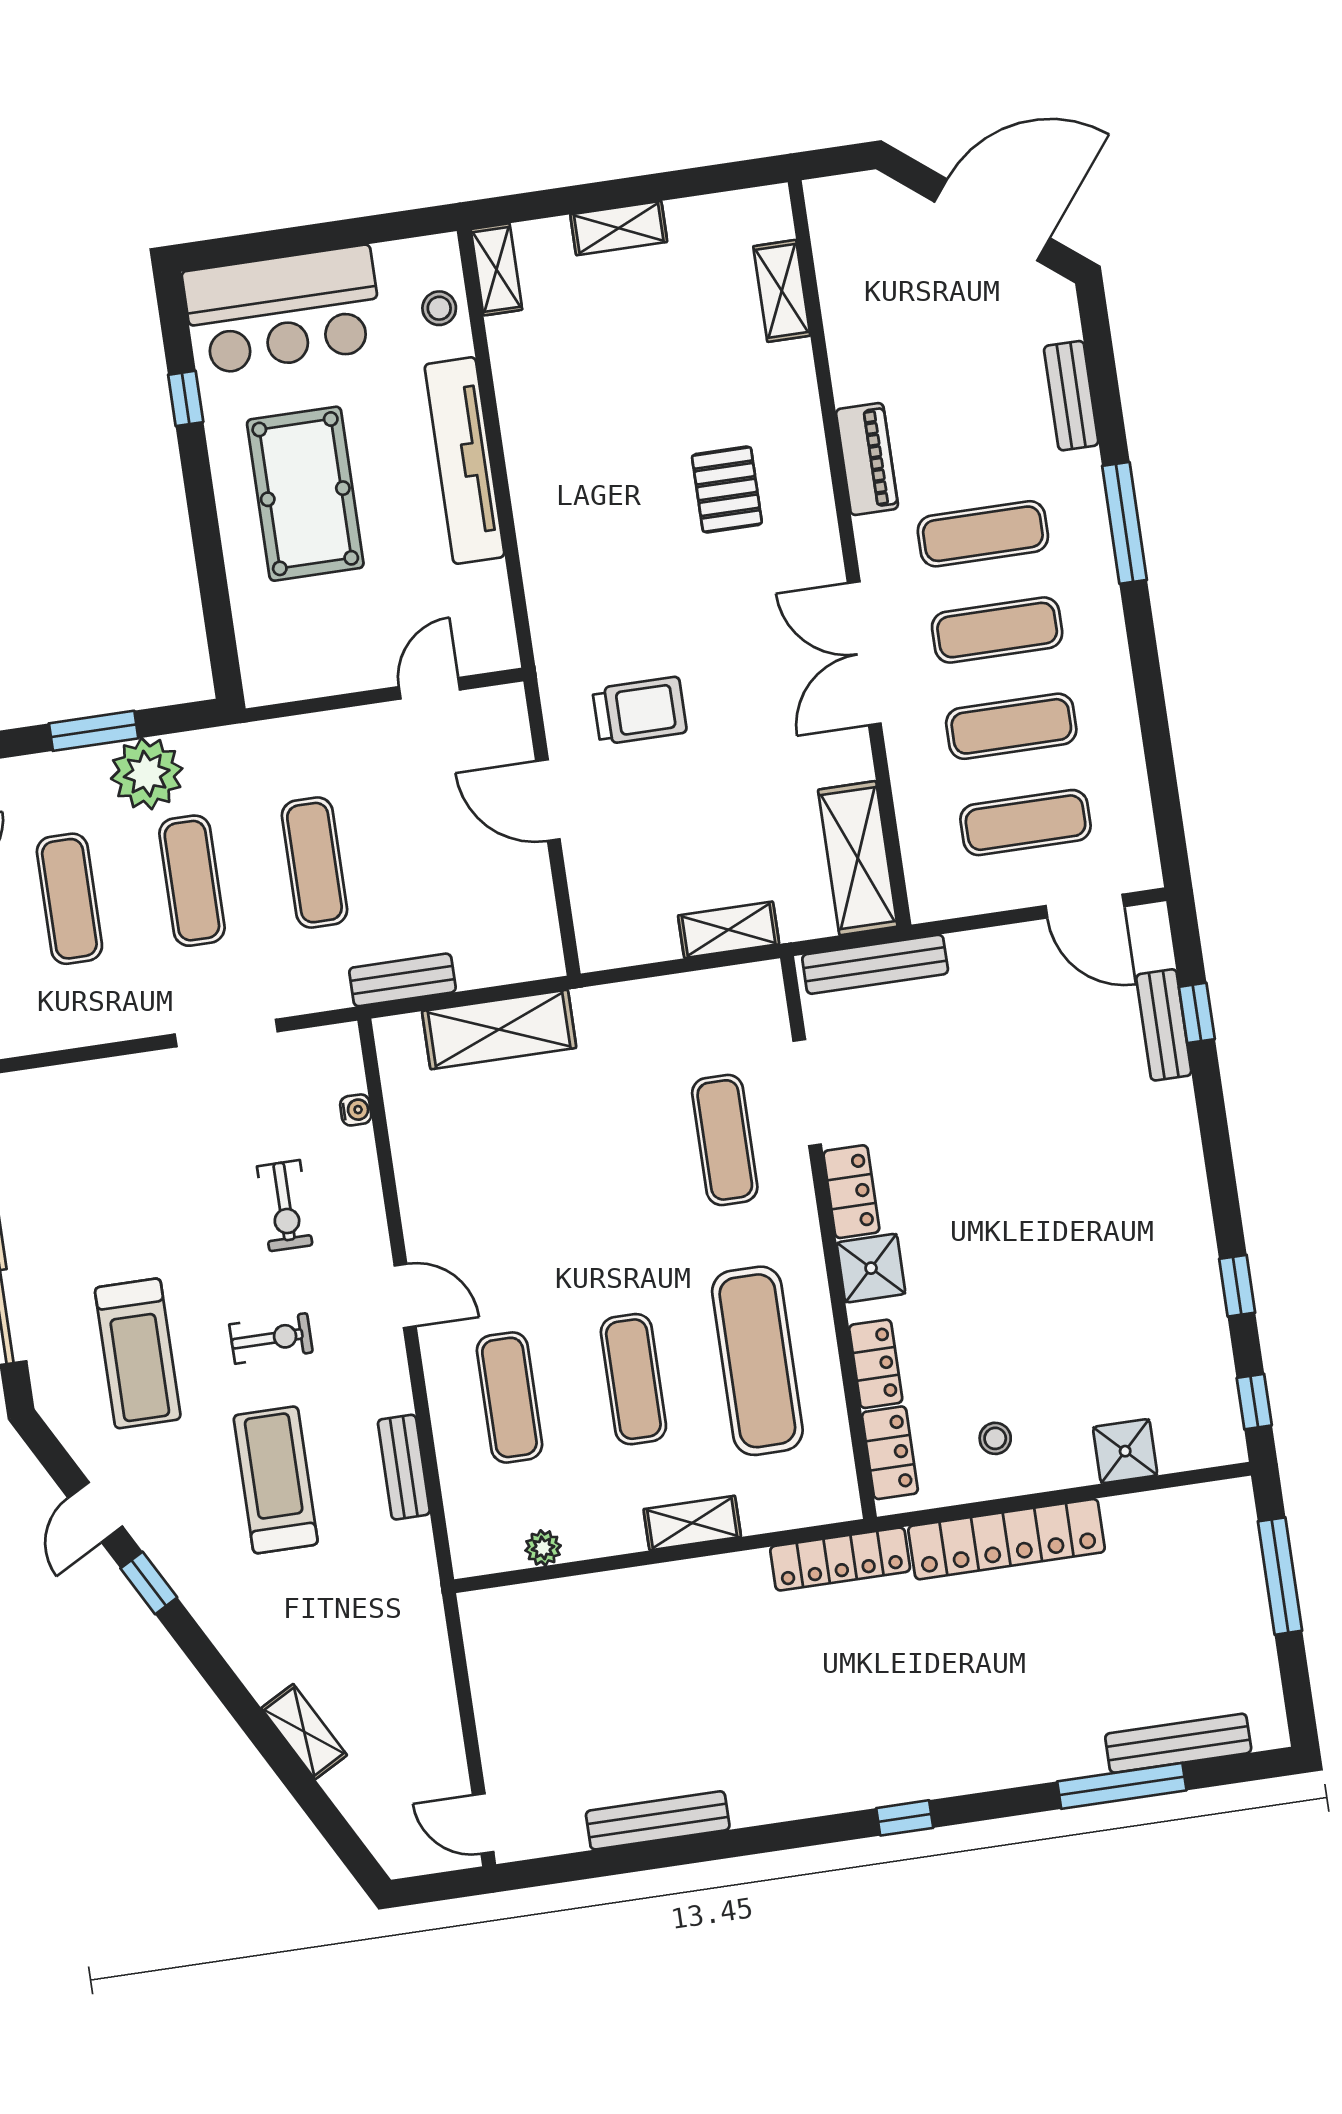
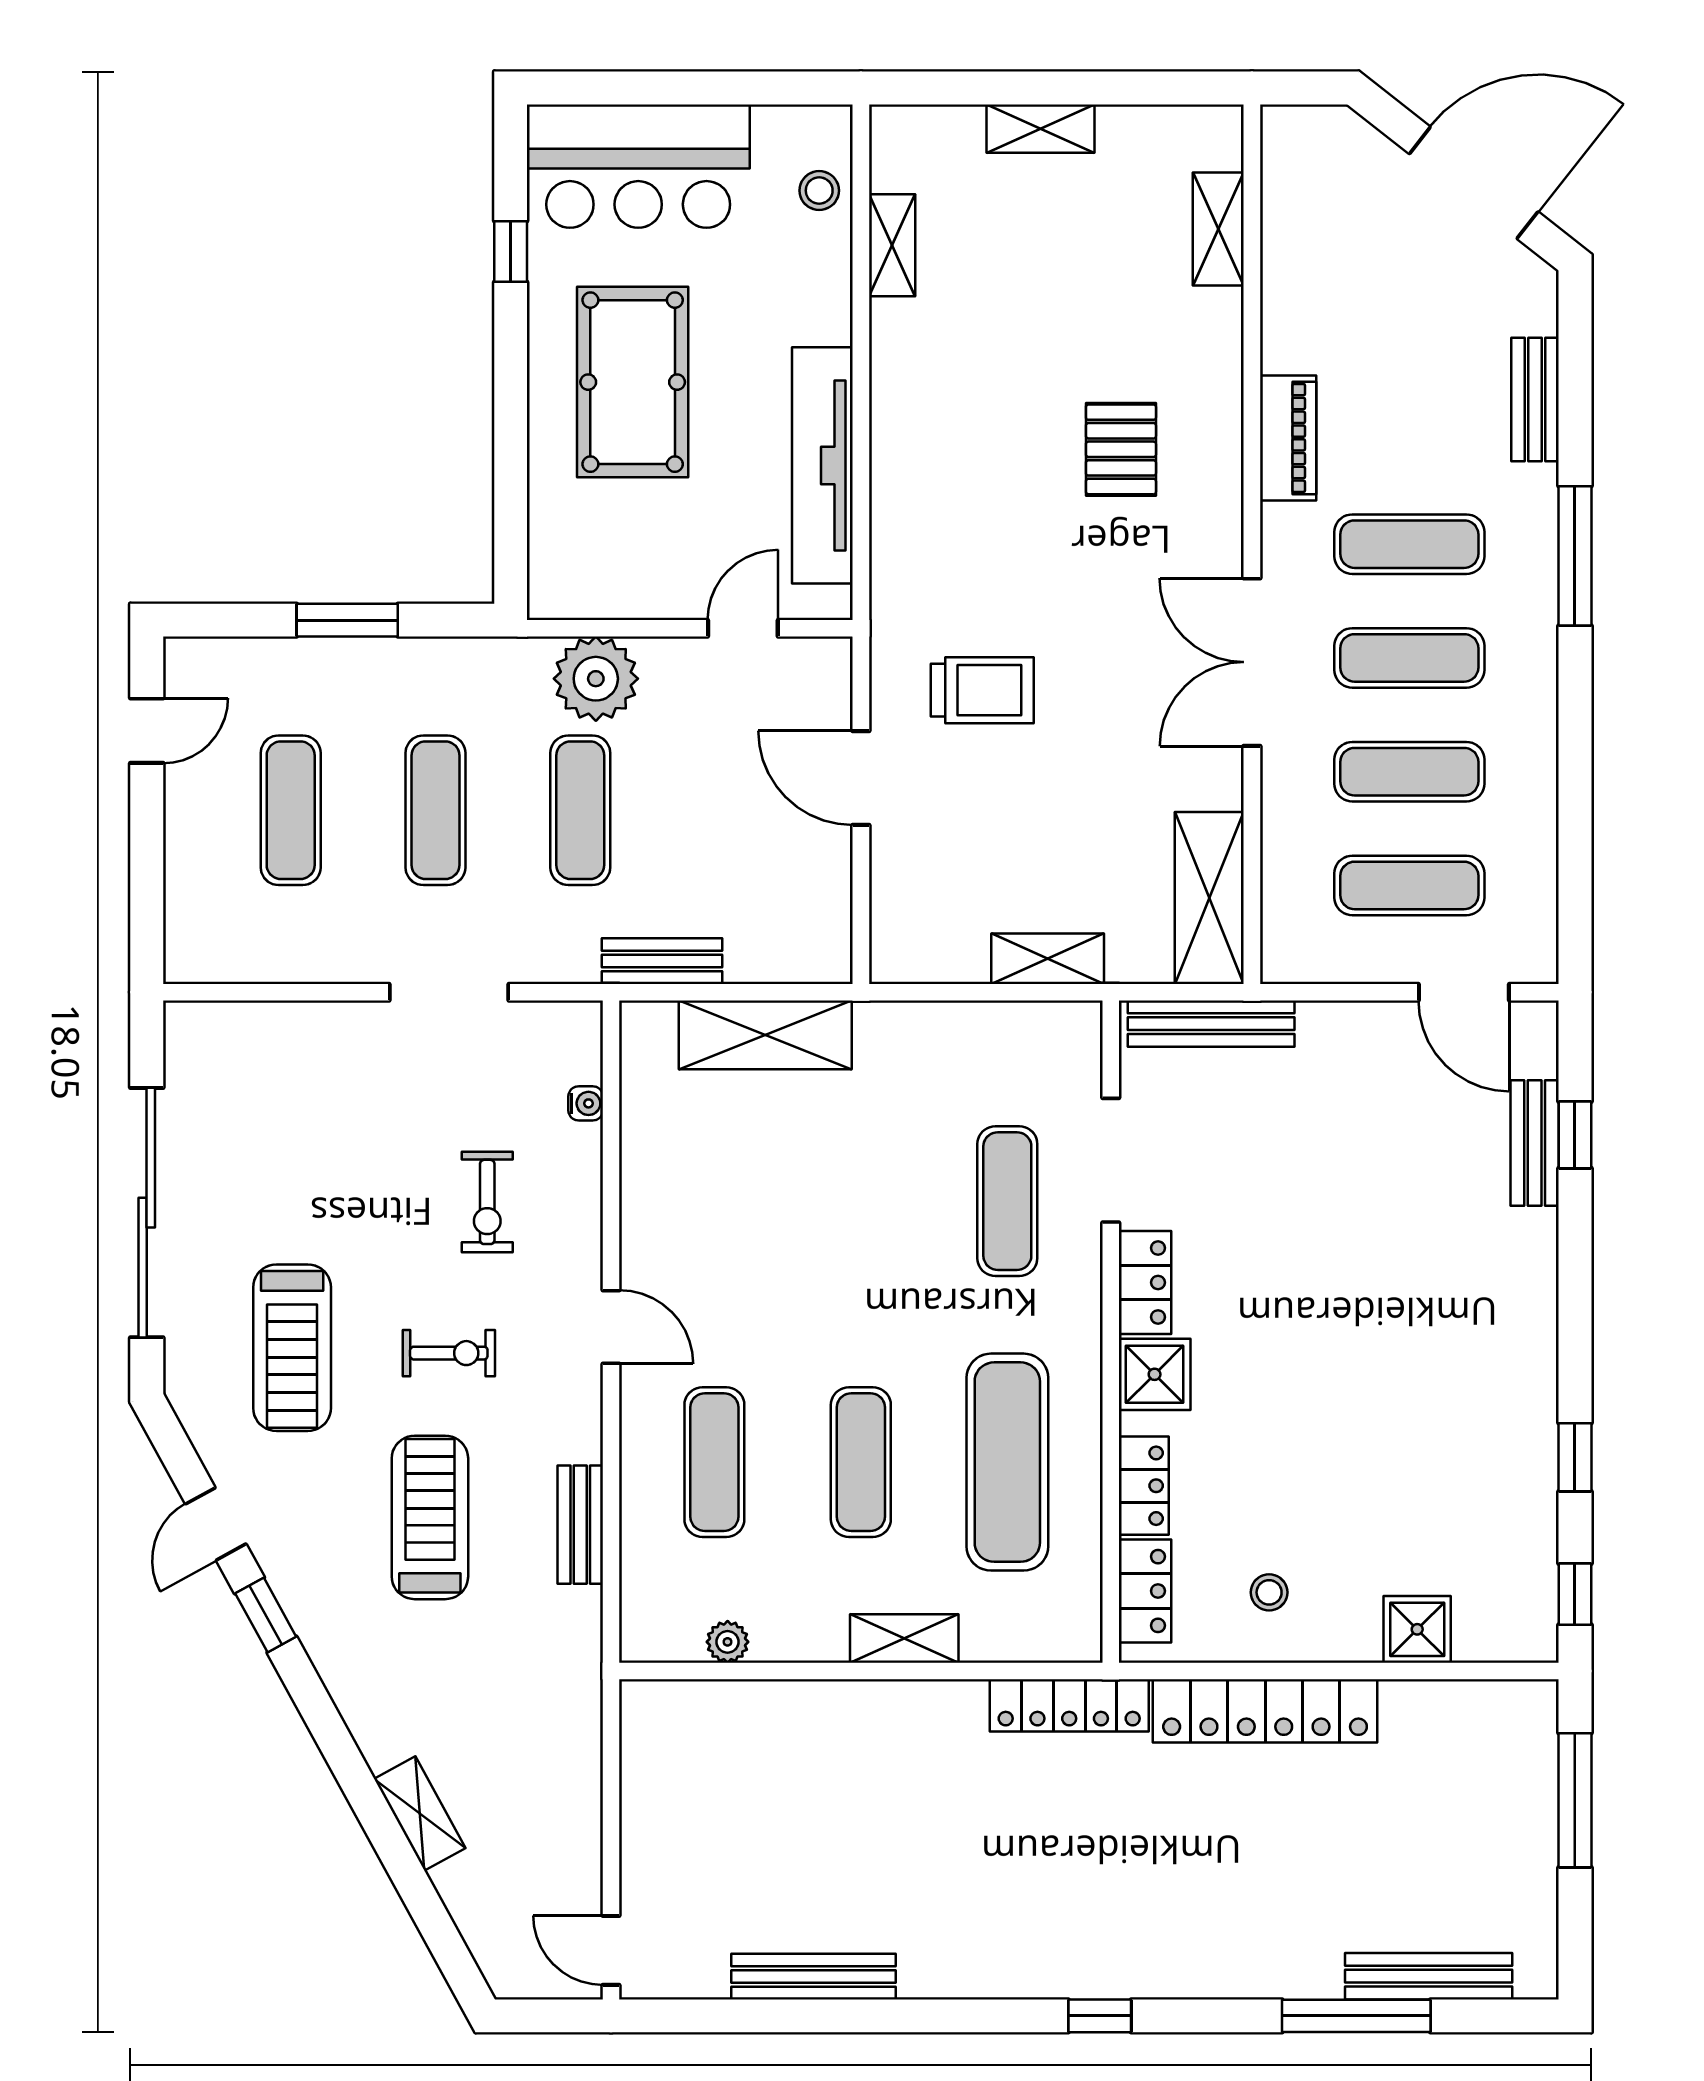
shelving: (496, 269) -> (892, 245), moved
tv unit: (465, 461) -> (822, 465), moved
plant: (147, 774) -> (596, 679), moved

